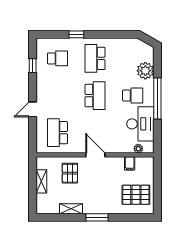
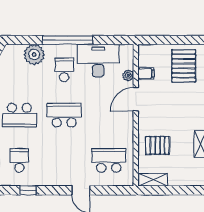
school desk: (57, 133) -> (109, 160), turned 180
plant: (138, 149) -> (128, 75), moved
door: (95, 155) -> (136, 99), moved
shelving: (41, 181) -> (153, 180), moved

